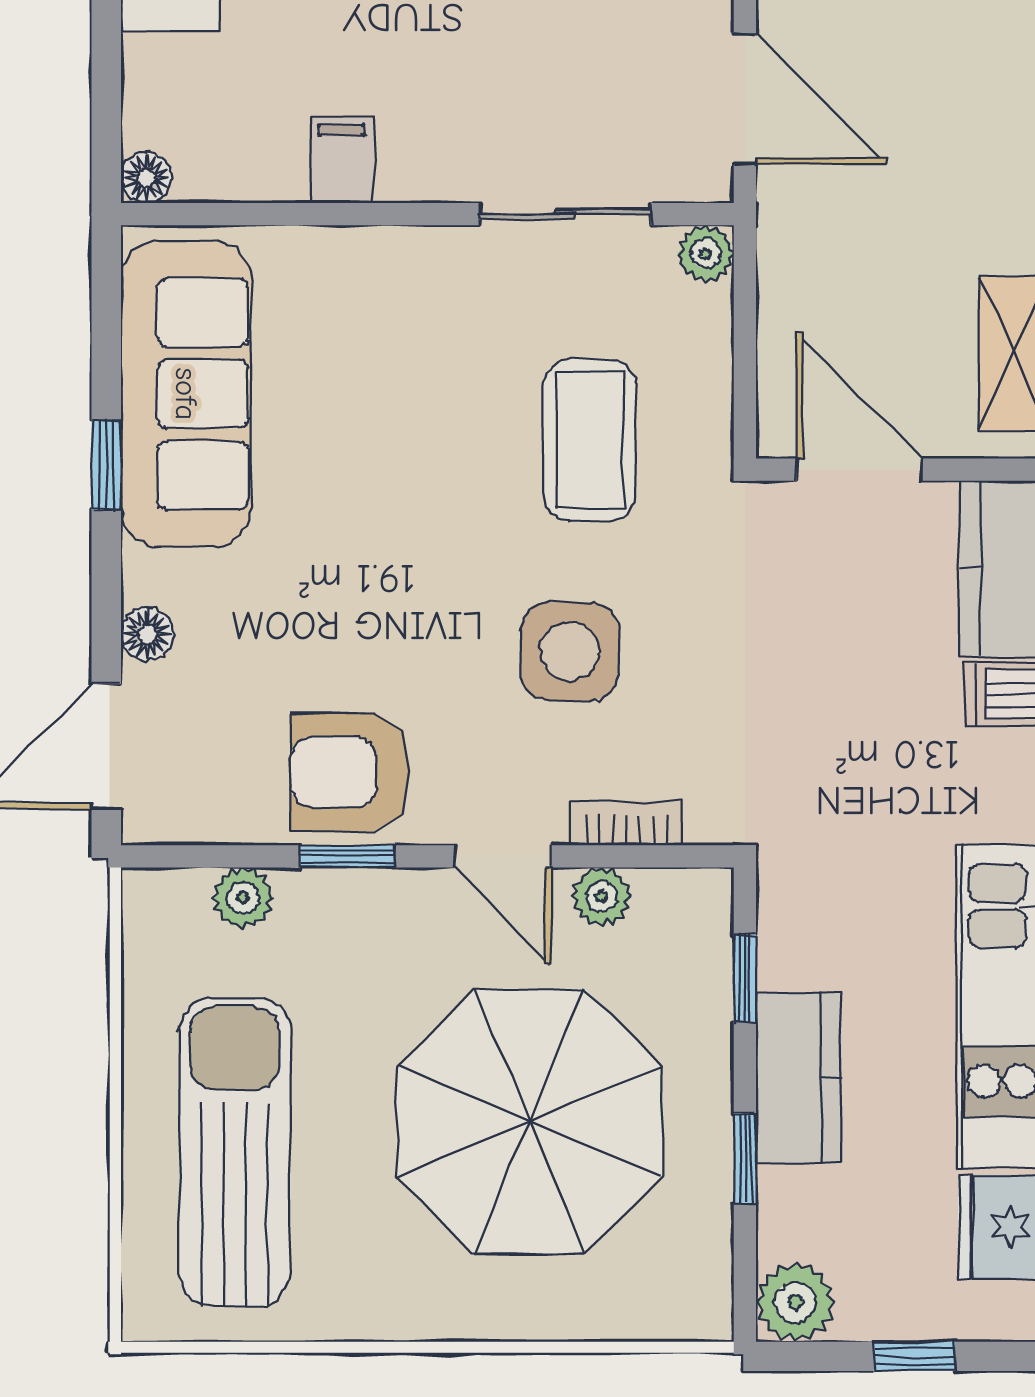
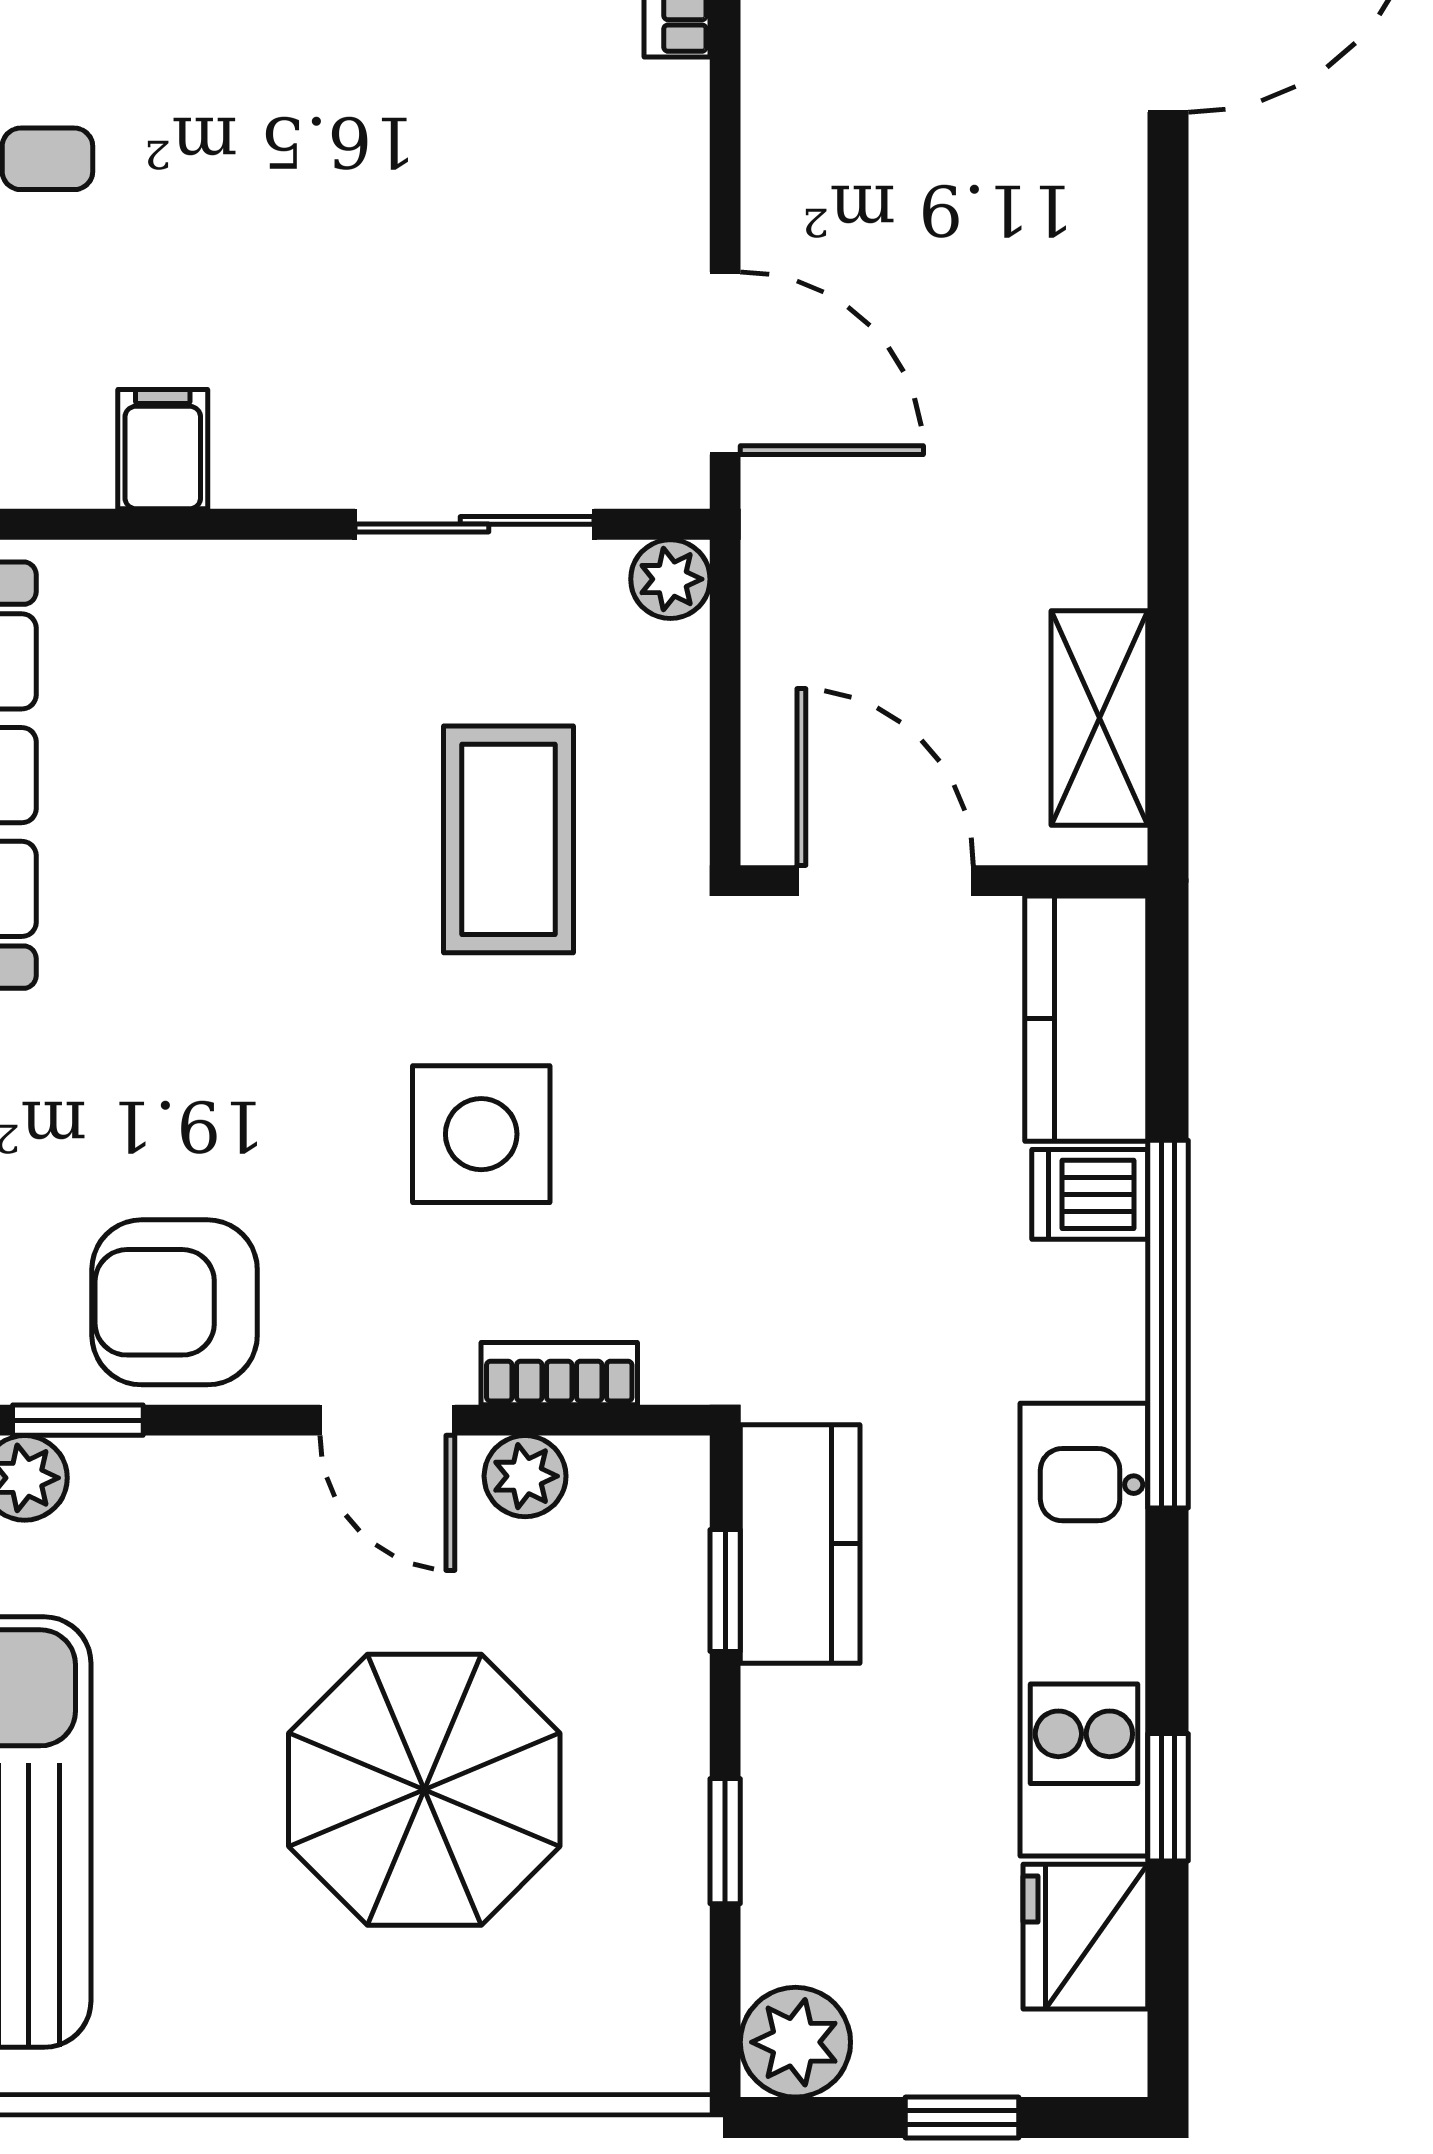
window: (347, 856) -> (78, 1420), moved
kitchen counter: (799, 1078) -> (800, 1544), moved
parasol: (529, 1121) -> (424, 1790), width x0.73, depth x0.73

